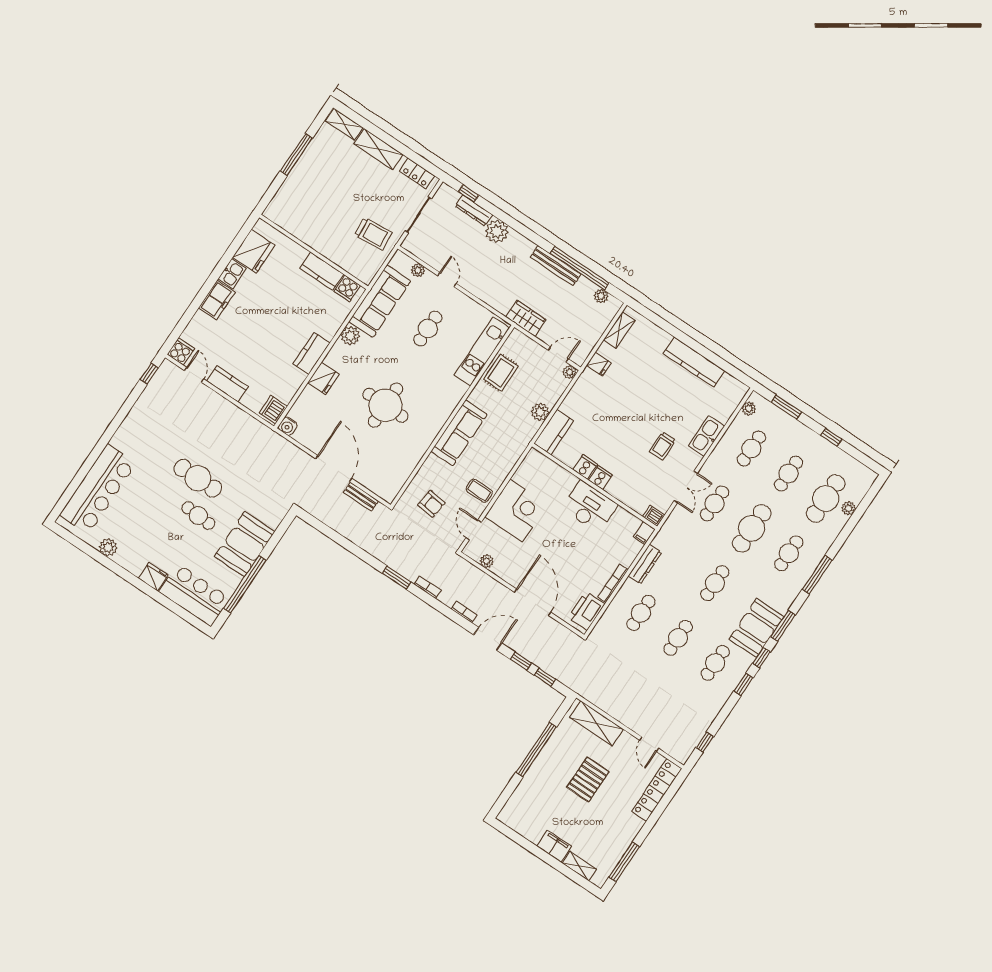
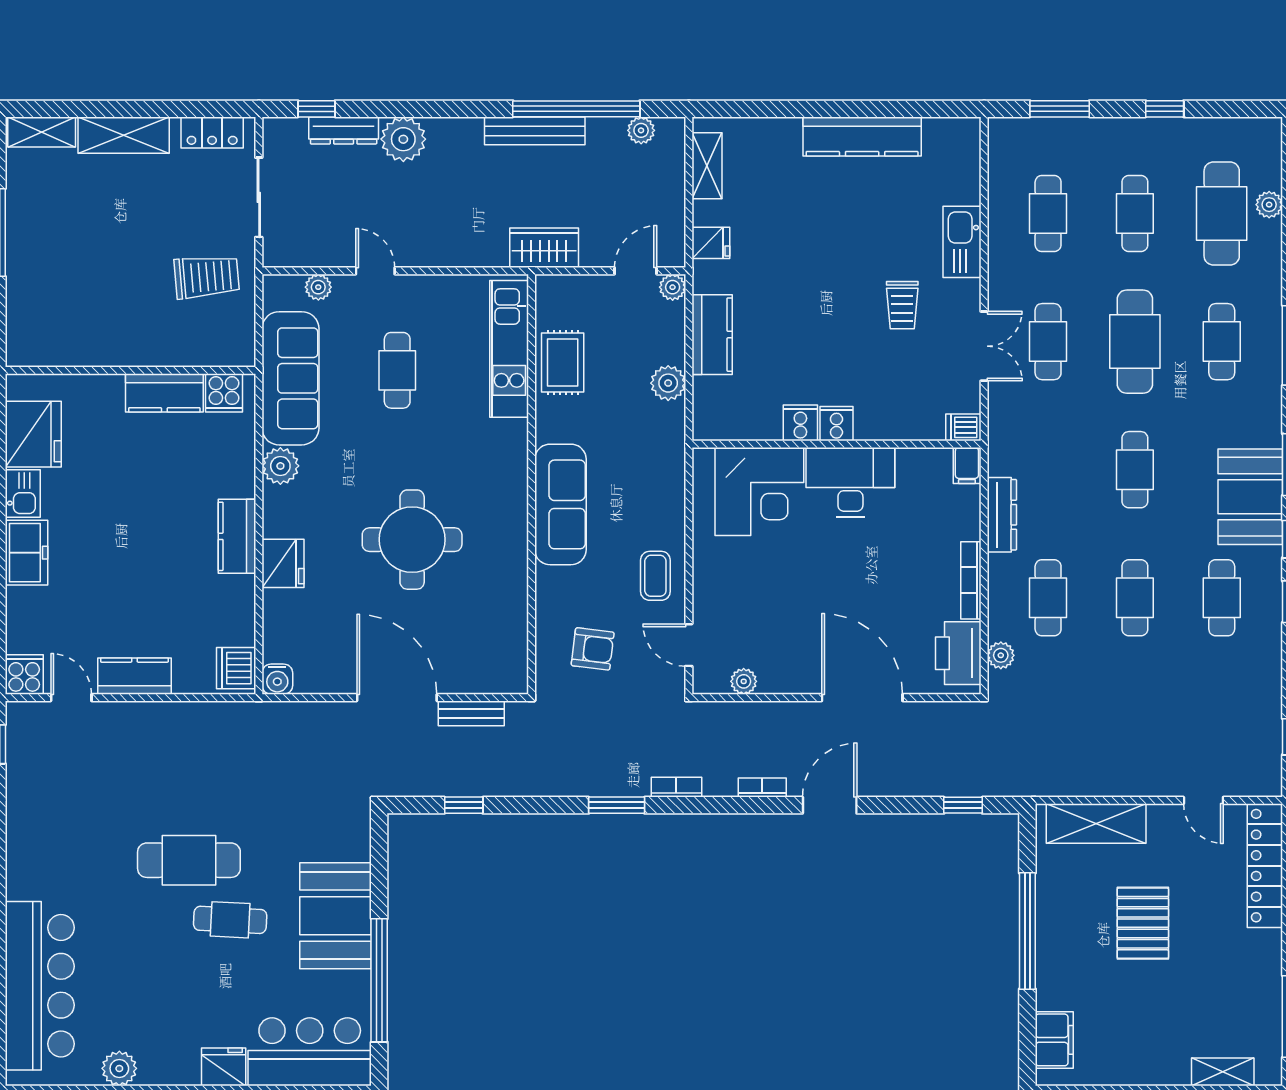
plant: (749, 409) -> (1001, 655), moved
kitchen counter: (554, 432) -> (712, 335), moved
coffee table: (479, 491) -> (655, 576), turned 90
corner desk: (516, 510) -> (759, 492), moved, turned 90
window: (521, 661) -> (464, 805), moved
filing cabinet: (554, 846) -> (1054, 1040), moved, turned 90

